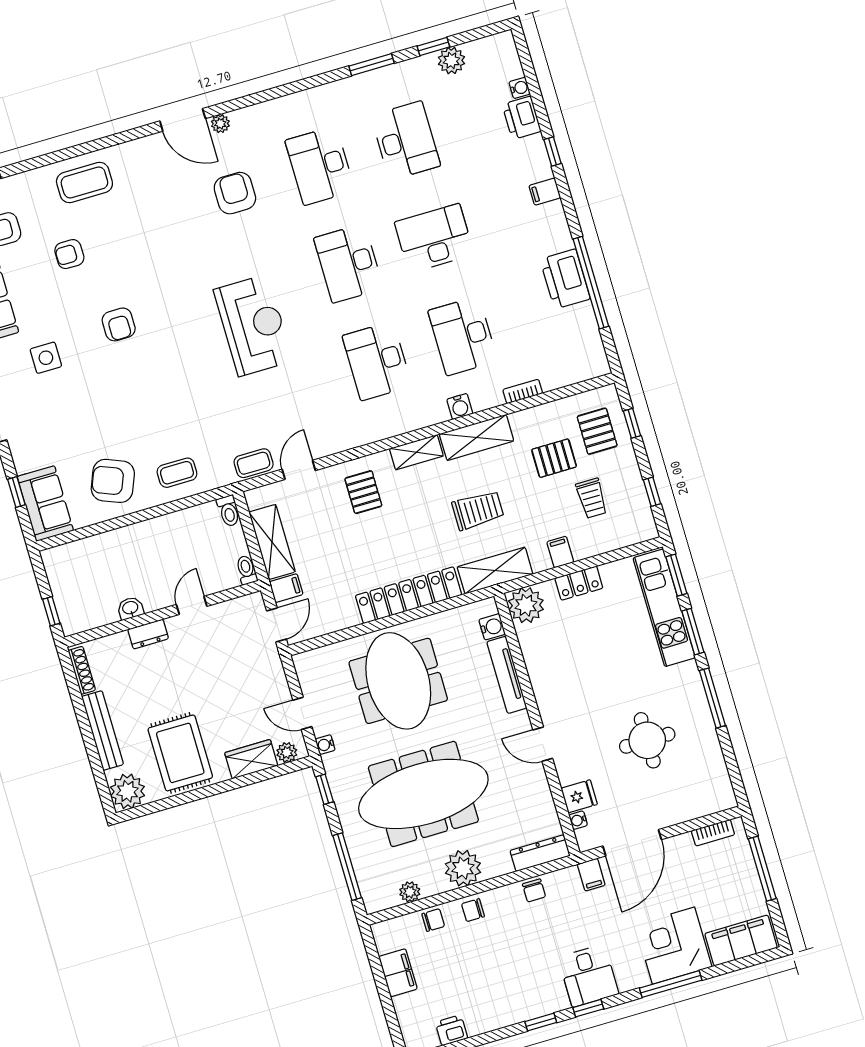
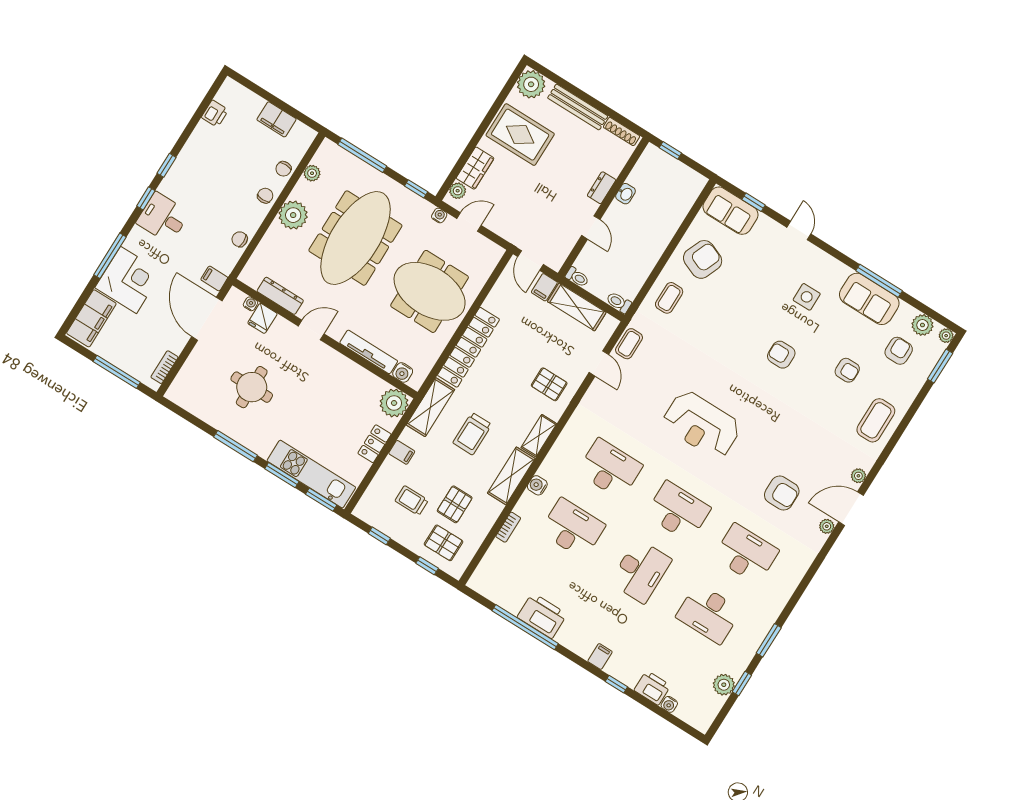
plant: (148, 145) -> (858, 476), added
armchair: (69, 254) -> (847, 370), turned 90
dresser: (540, 853) -> (280, 296), moved, turned -90

